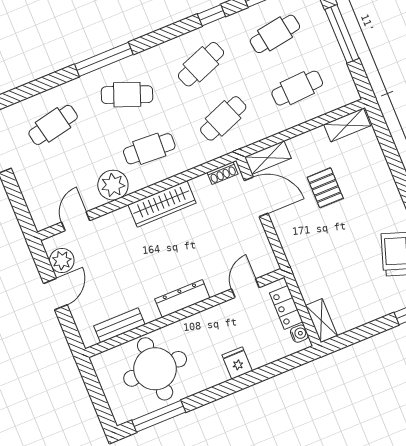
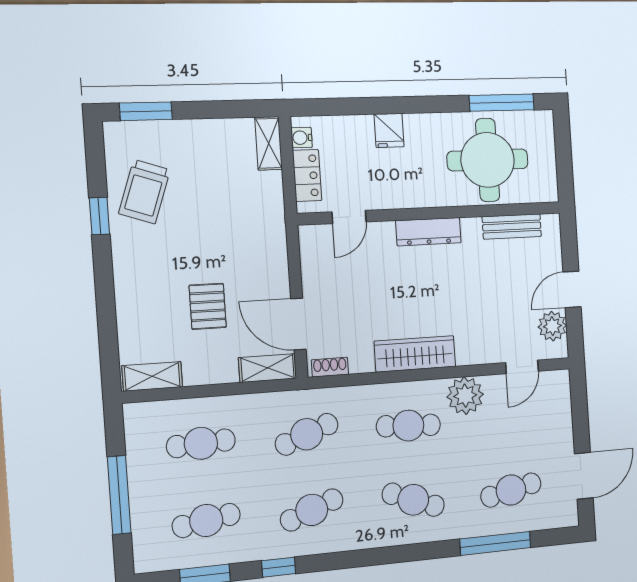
window: (104, 59) -> (495, 543), moved

